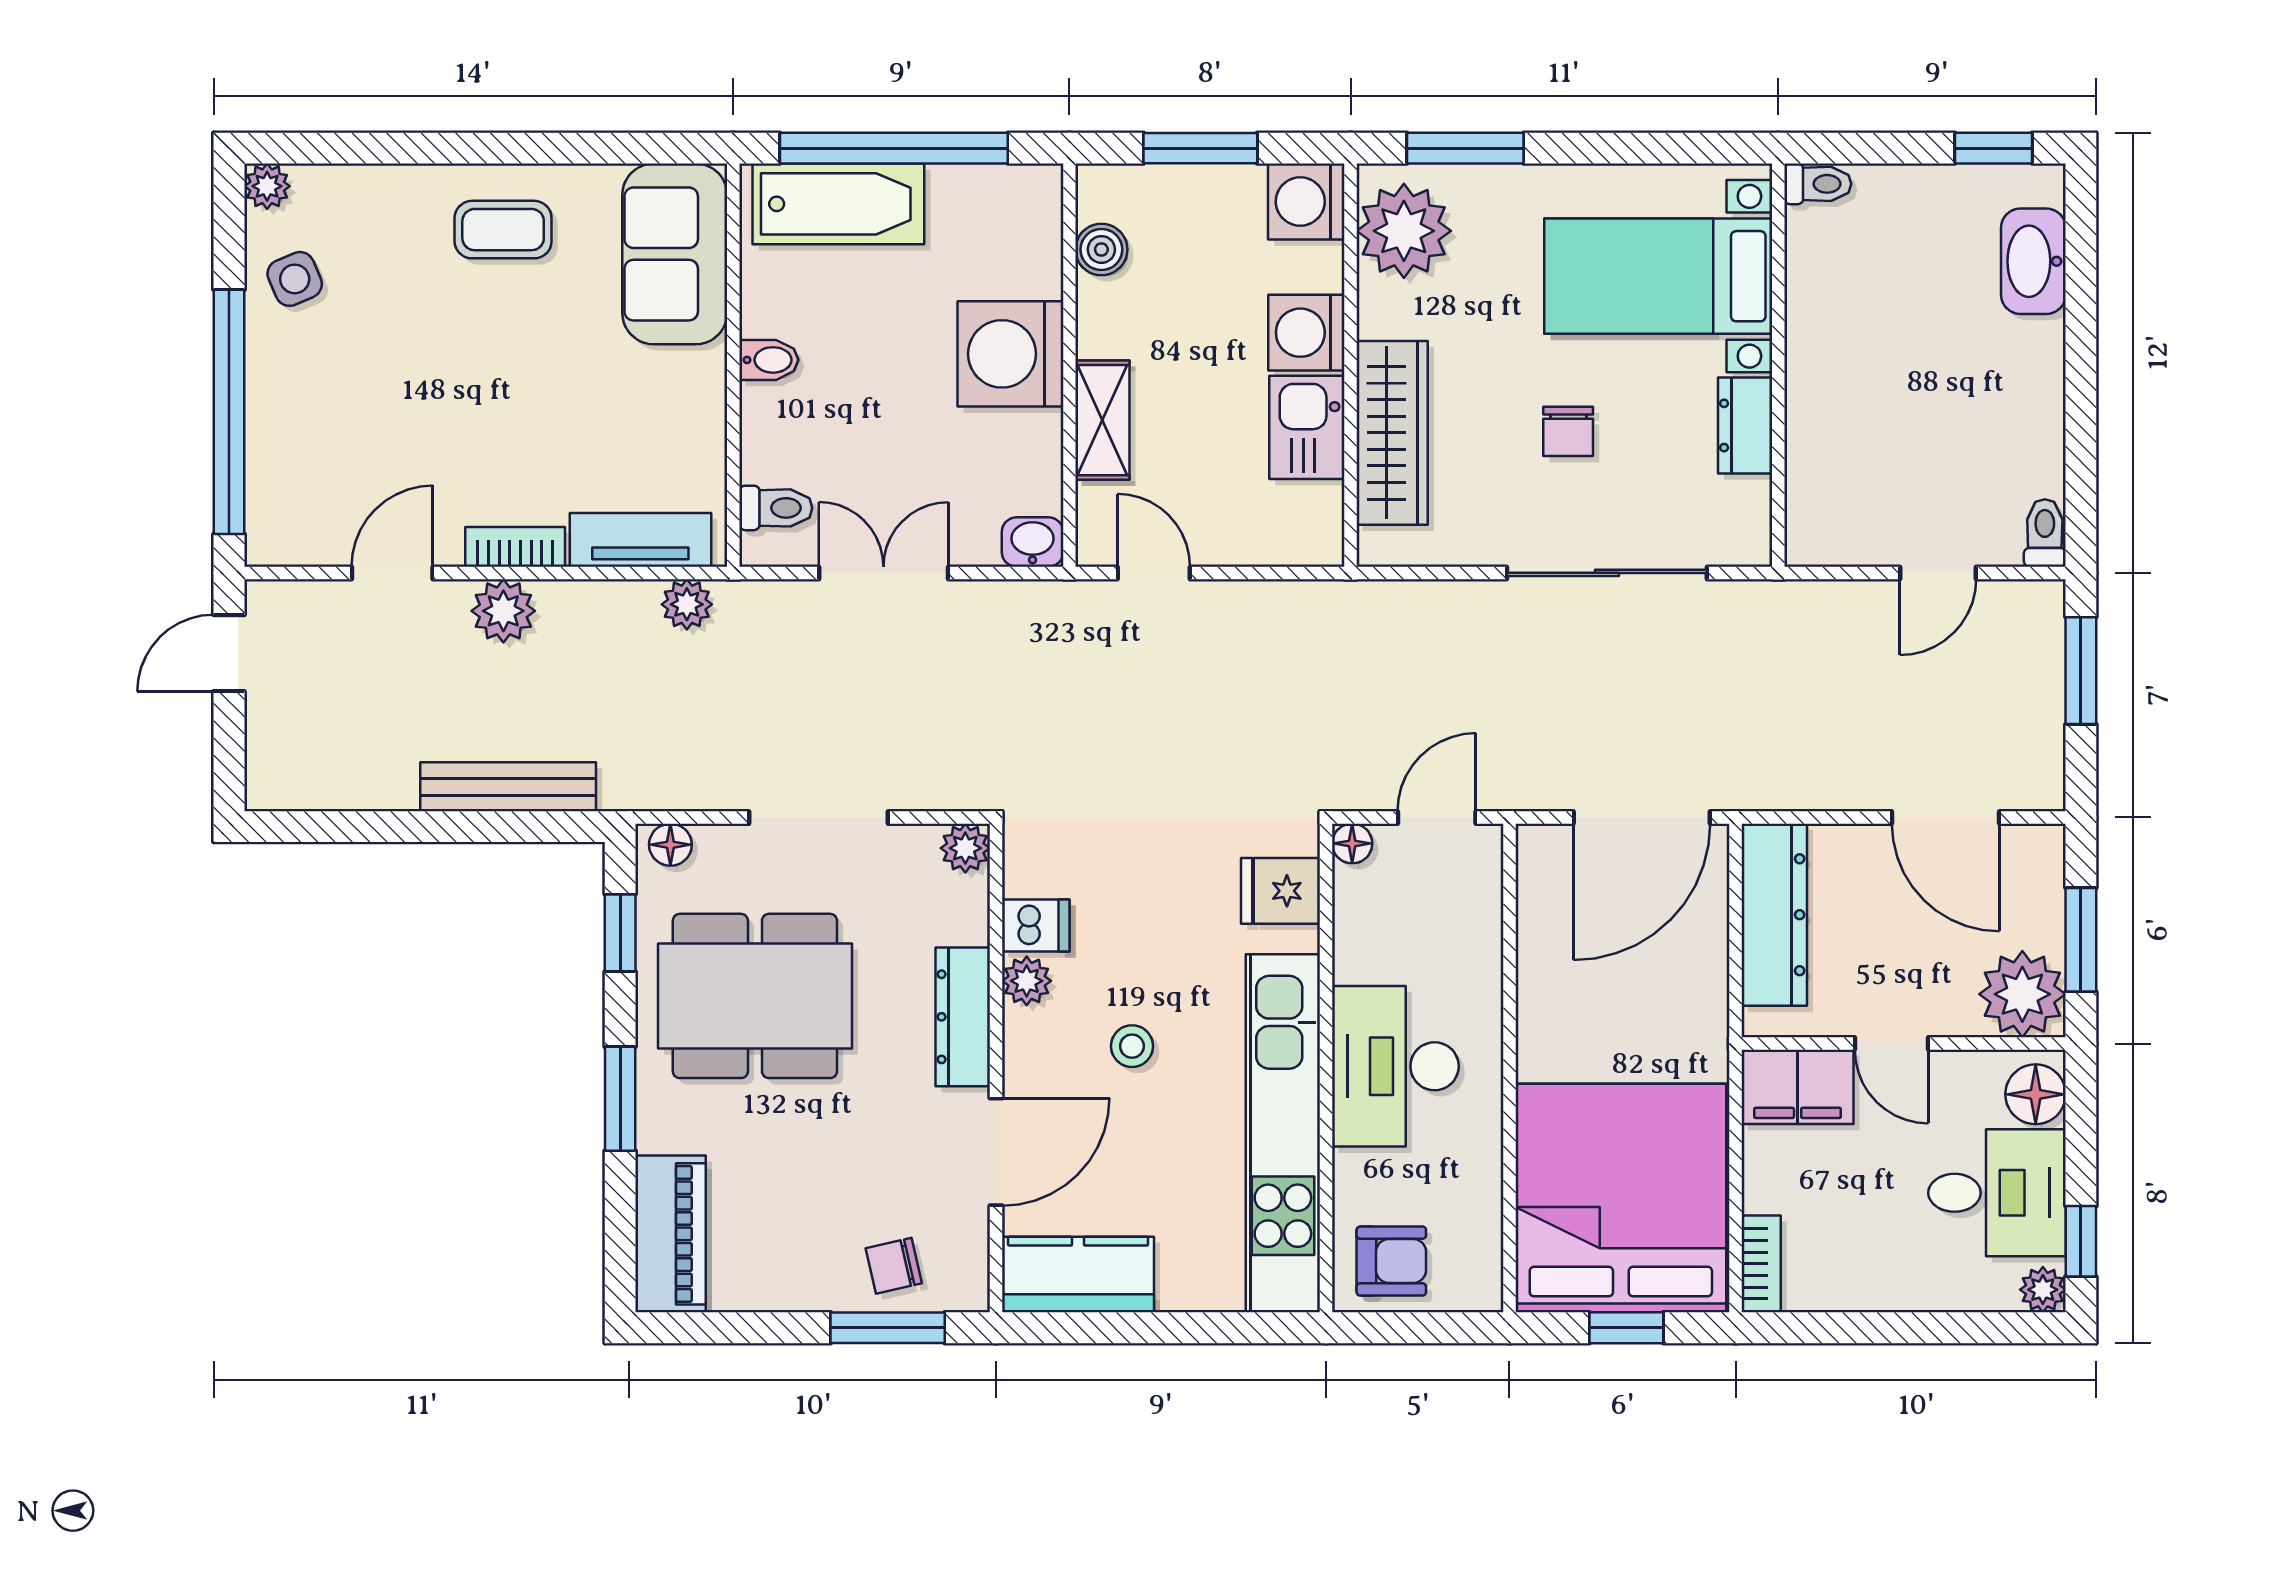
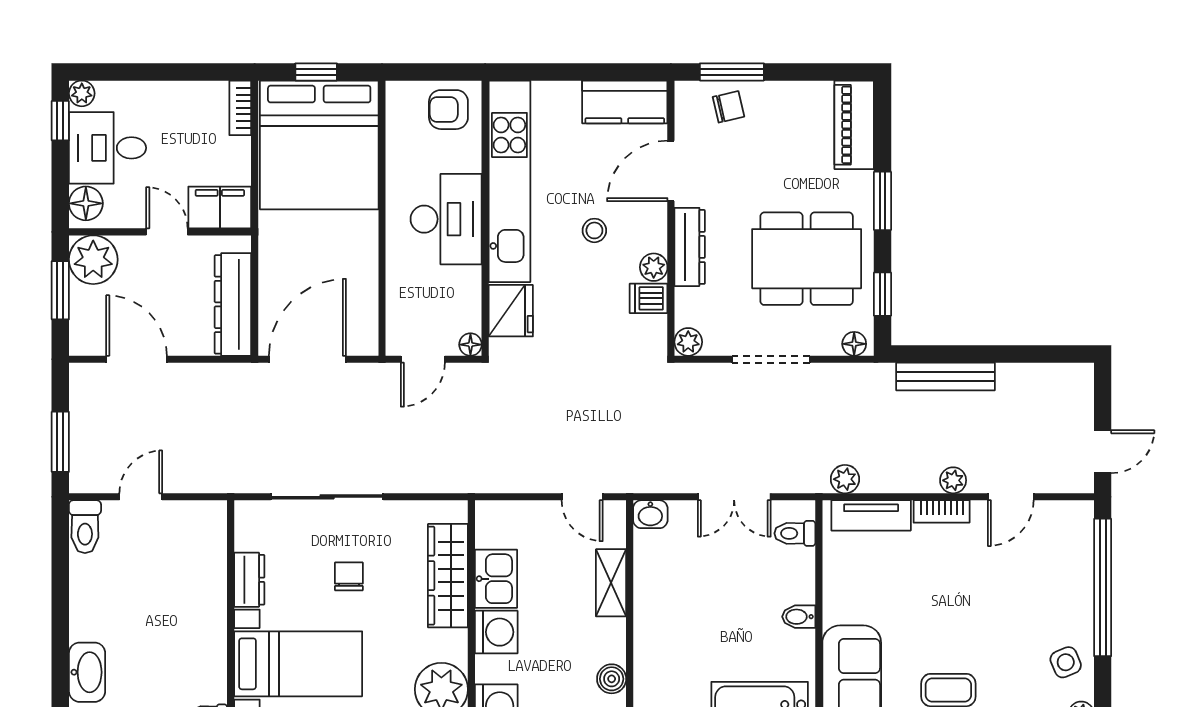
washing machine: (1010, 354) -> (663, 620), removed
toilet: (2045, 533) -> (85, 527), width x1.37, depth x1.39
plant: (503, 611) -> (953, 480), width x0.73, depth x0.73
fridge: (1281, 891) -> (511, 311), width x1.38

